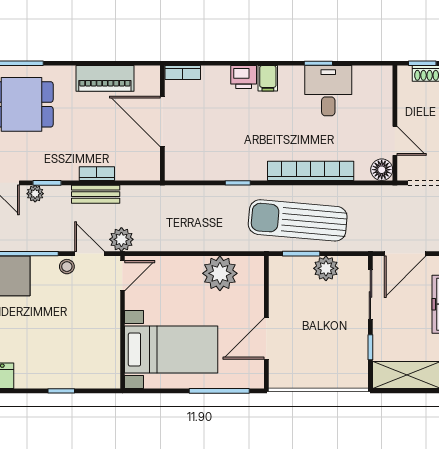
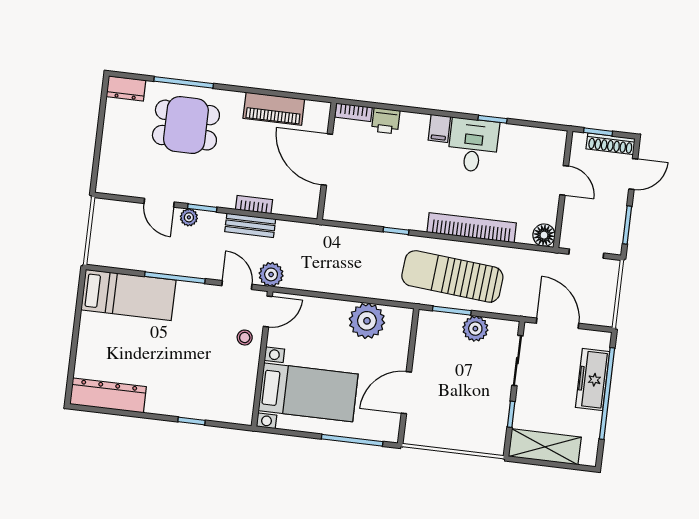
printer: (244, 77) -> (386, 121), moved
desk: (328, 91) -> (473, 145), moved
door: (395, 141) -> (564, 180), moved
door: (405, 254) -> (558, 323), swing flipped
stool: (67, 267) -> (245, 338), moved

